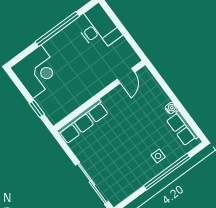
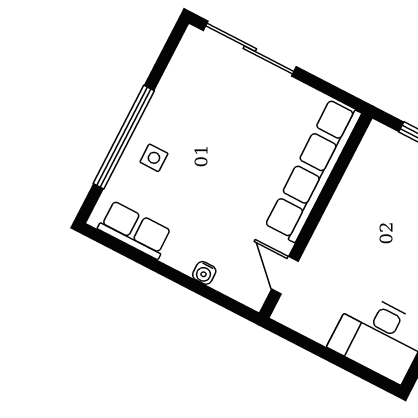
water cooler: (171, 108) -> (204, 273), moved
row of seats: (83, 122) -> (313, 170), width x1.36

